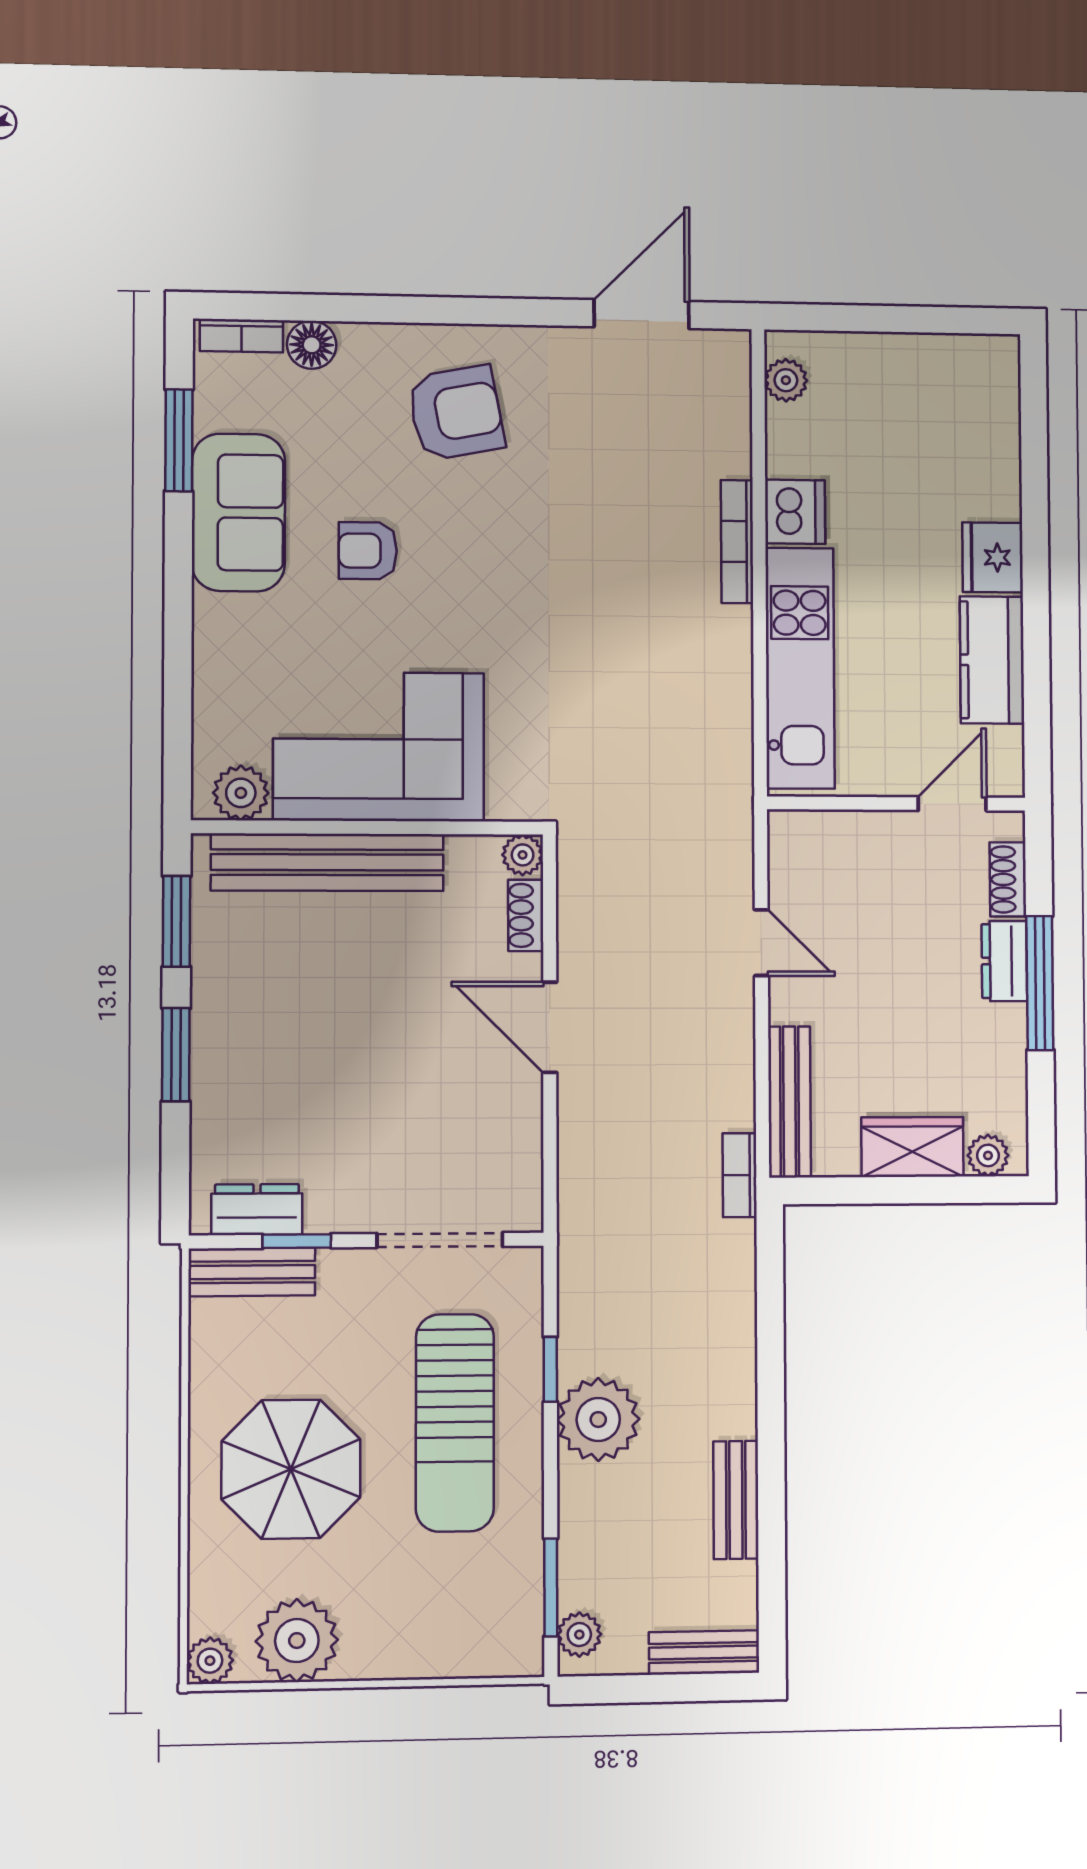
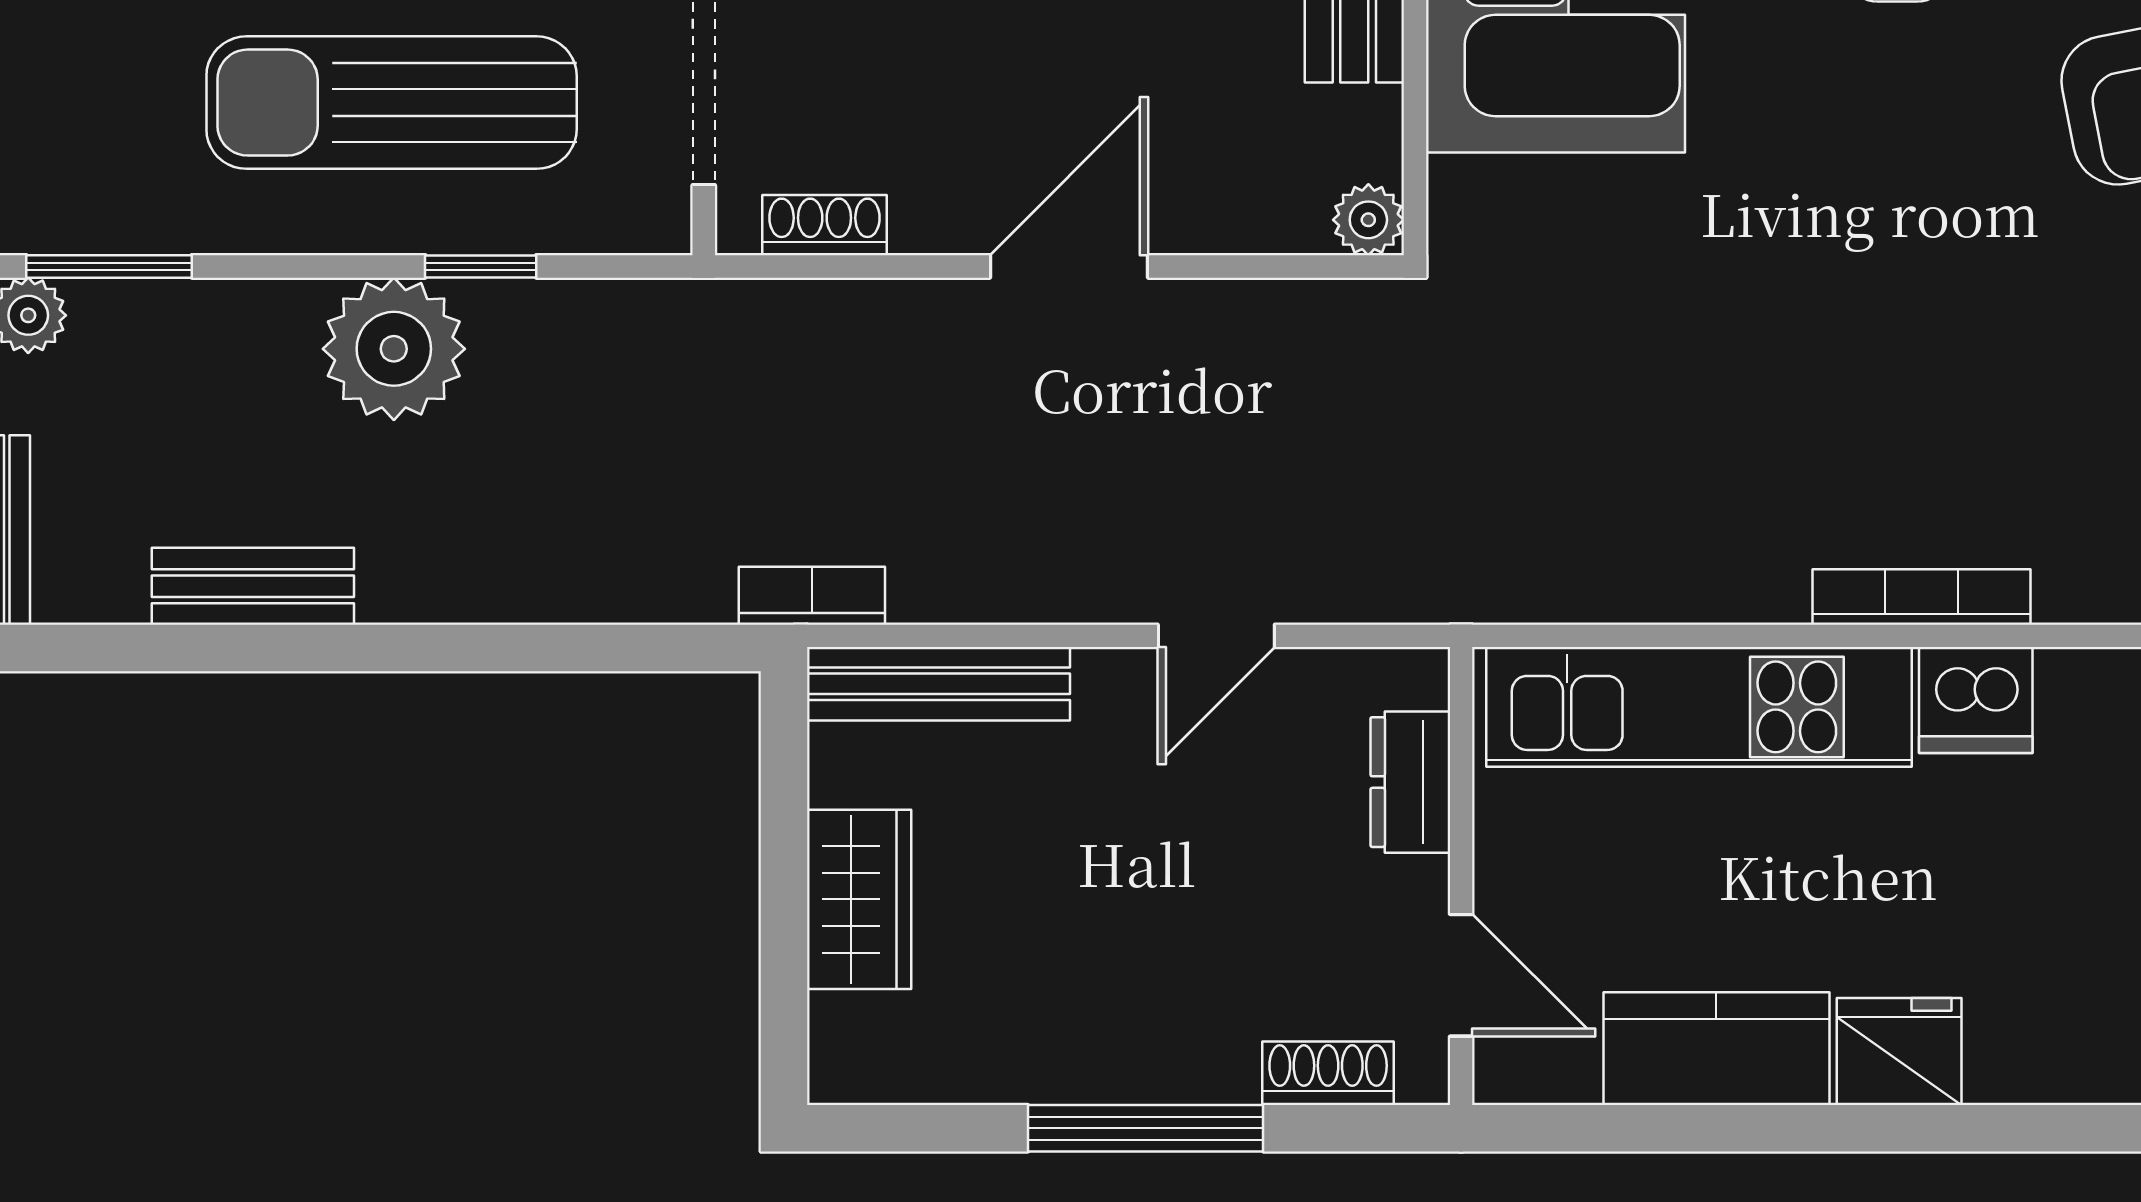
shoe rack: (526, 915) -> (824, 225), moved
dresser: (1004, 961) -> (1410, 782), moved, turned -90
plant: (988, 1155) -> (844, 1033), removed

